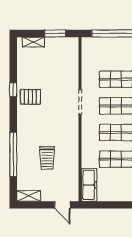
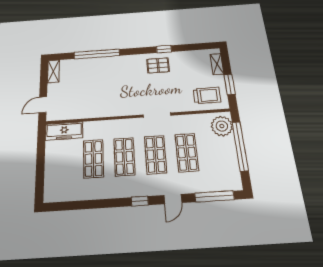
plant: (94, 46) -> (222, 126), added
pallet: (30, 97) -> (158, 65), turned 90
trolley: (47, 158) -> (207, 95), moved, turned 180

